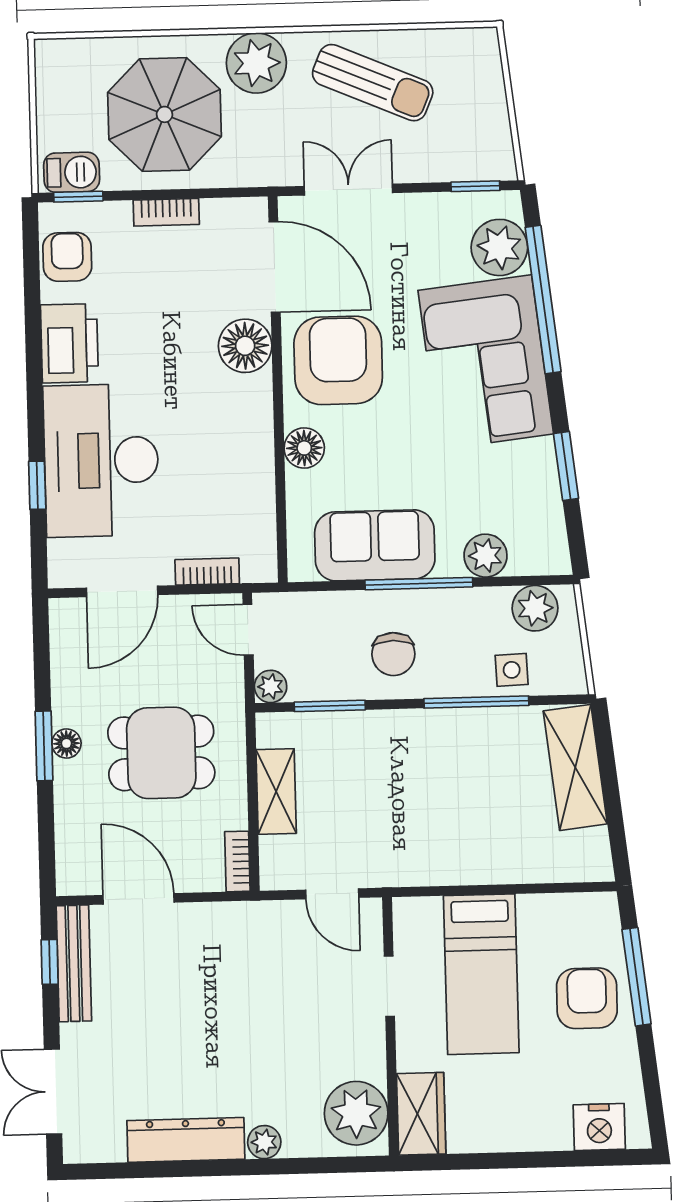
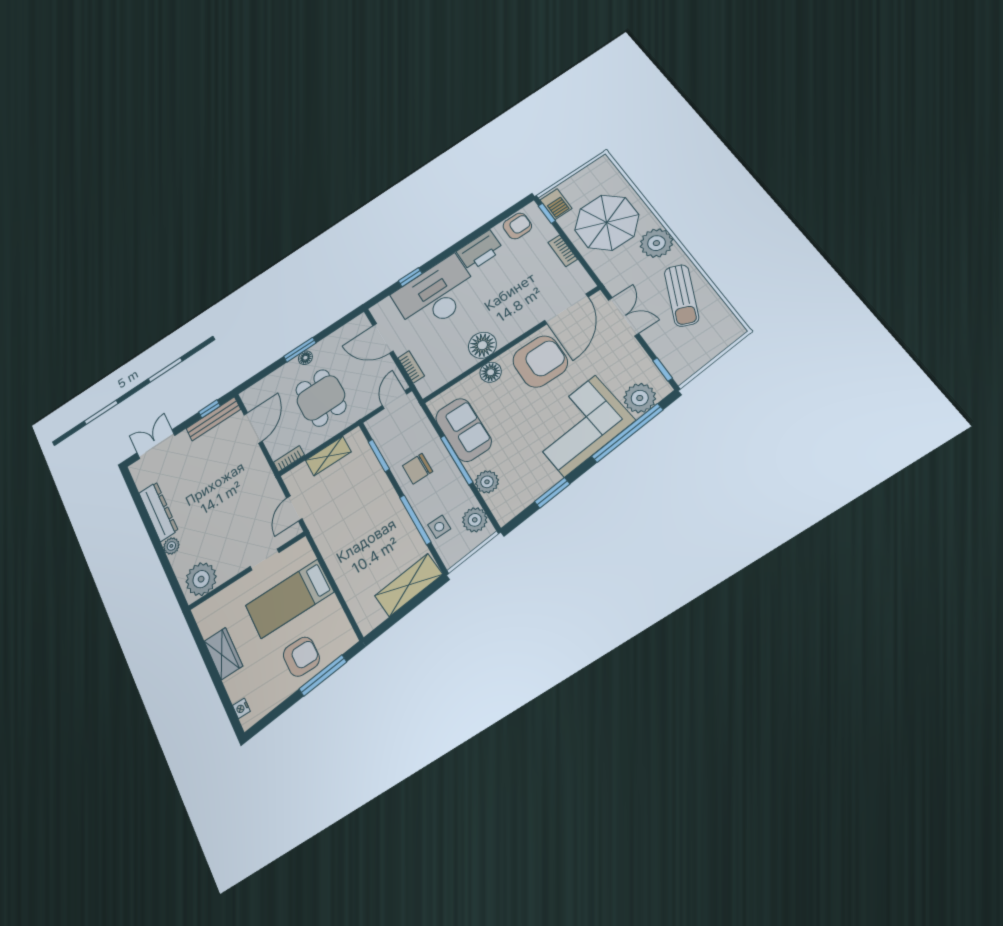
floor lamp: (245, 346) -> (482, 345), moved
plant: (271, 686) -> (374, 425), removed
wardrobe: (421, 1114) -> (223, 654), moved, turned -90
nightstand: (599, 1127) -> (241, 708), width x0.53, depth x0.56

